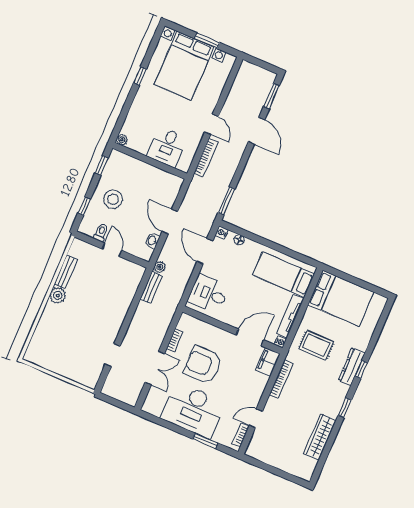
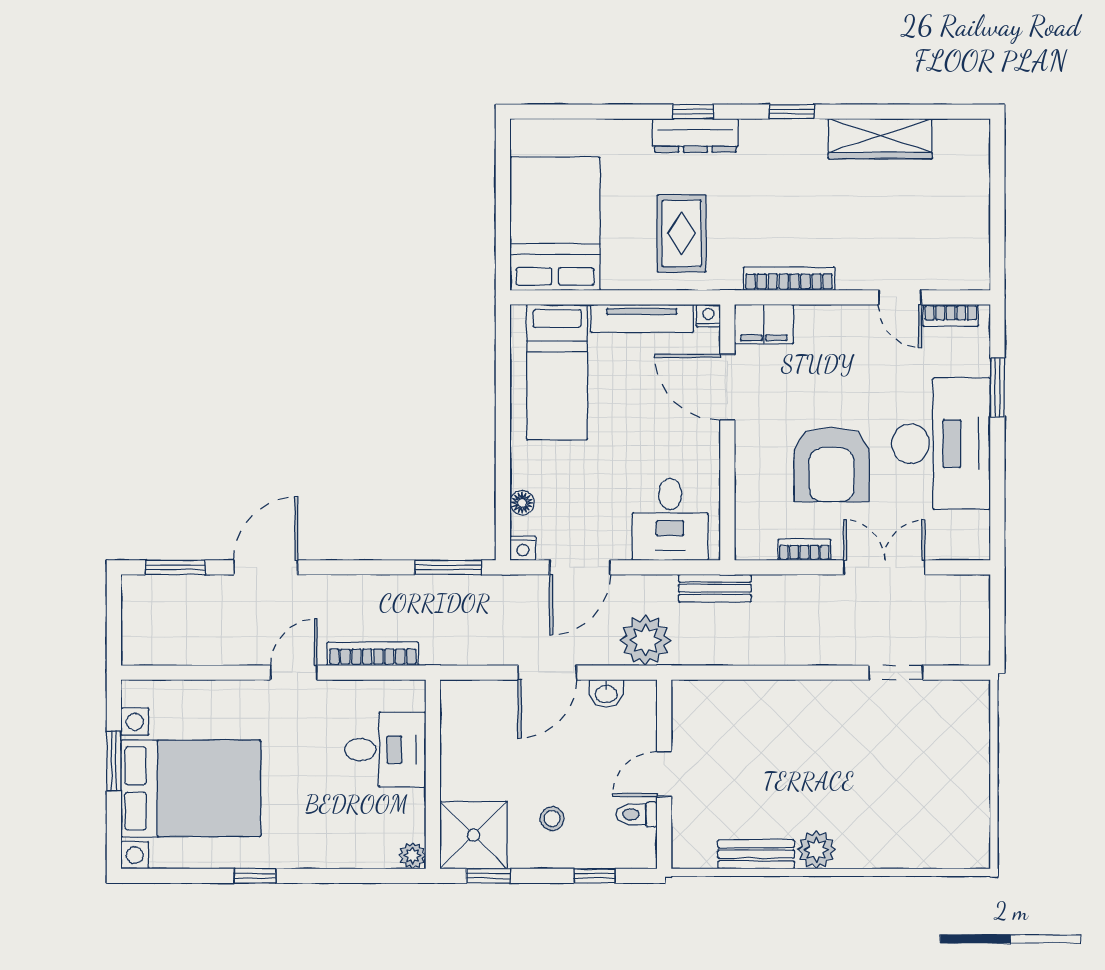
shower: (120, 167) -> (474, 835), added
stool: (113, 199) -> (552, 819), width x0.53, depth x0.53
plant: (160, 267) -> (646, 640), width x1.87, depth x1.87
bench: (151, 287) -> (715, 588), moved

